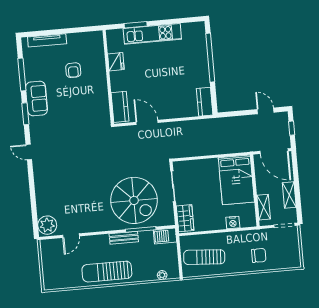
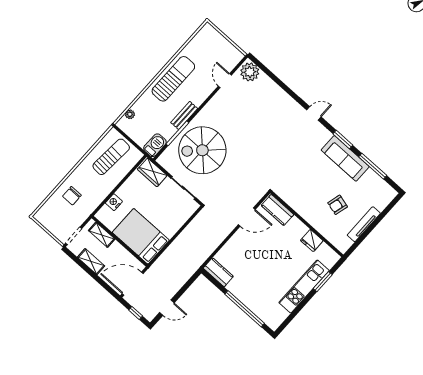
tv unit: (47, 40) -> (364, 224), moved
armchair: (73, 70) -> (338, 205), turned -75
sofa: (37, 99) -> (345, 158), width x1.36

